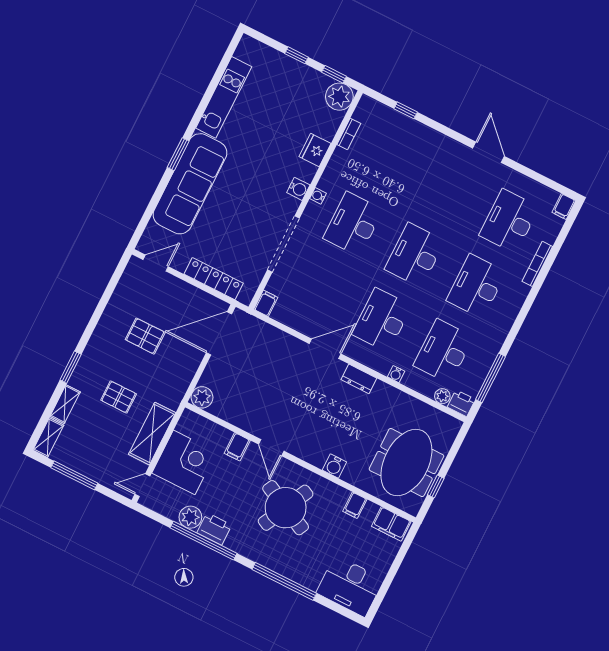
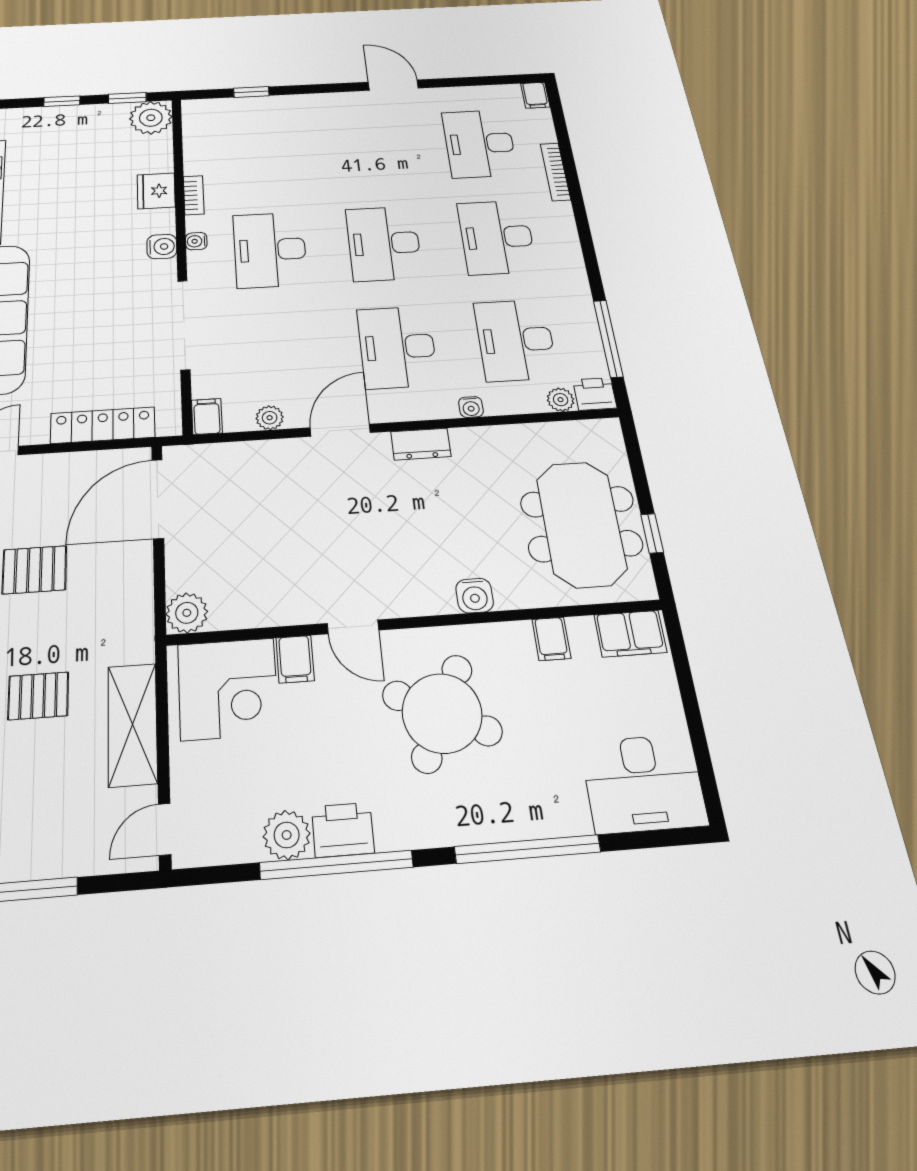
bookcase: (349, 134) -> (194, 195), moved
plant: (295, 322) -> (270, 418), added
corner desk: (184, 462) -> (228, 689), moved, turned 90

